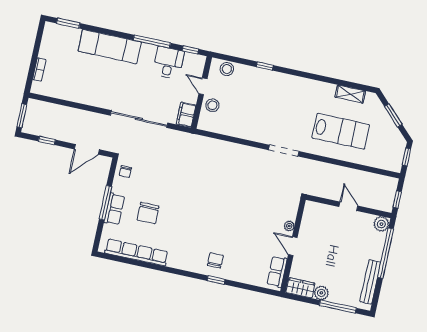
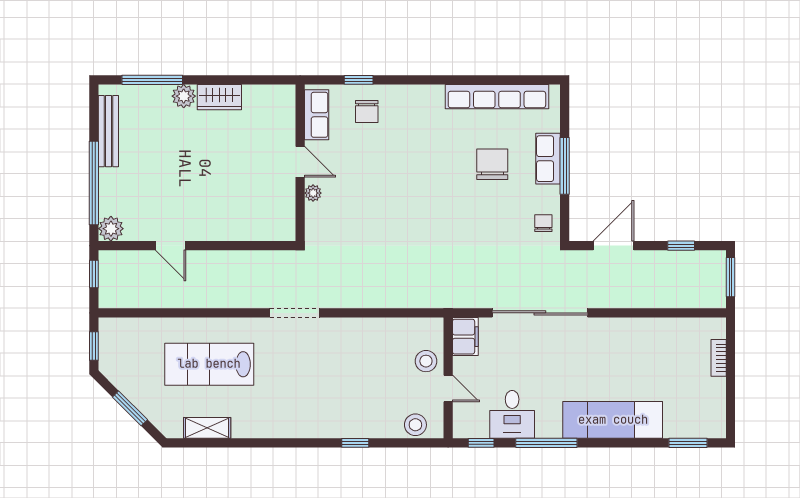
plant: (289, 226) -> (313, 193), moved
door: (293, 246) -> (300, 162), moved
wall: (293, 246) -> (300, 163), moved
row of seats: (277, 272) -> (317, 115), moved

